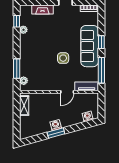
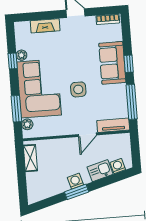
window: (17, 21) -> (13, 61), moved
sofa: (90, 46) -> (112, 63), width x0.73
corner sofa: (34, 55) -> (39, 88), added
kitchen sink: (74, 119) -> (100, 171), added

